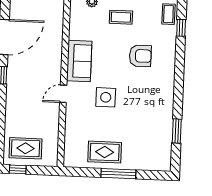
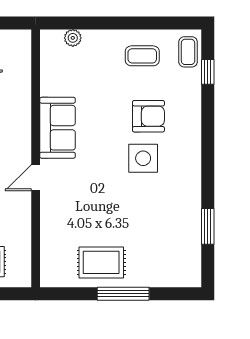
coffee table: (121, 17) -> (142, 56), moved
side table: (106, 97) -> (143, 158), moved

